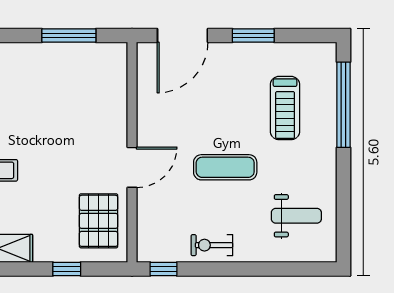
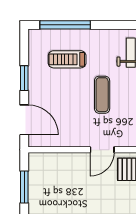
treadmill: (285, 108) -> (67, 59), turned 180
door: (132, 167) -> (102, 150), swing flipped

